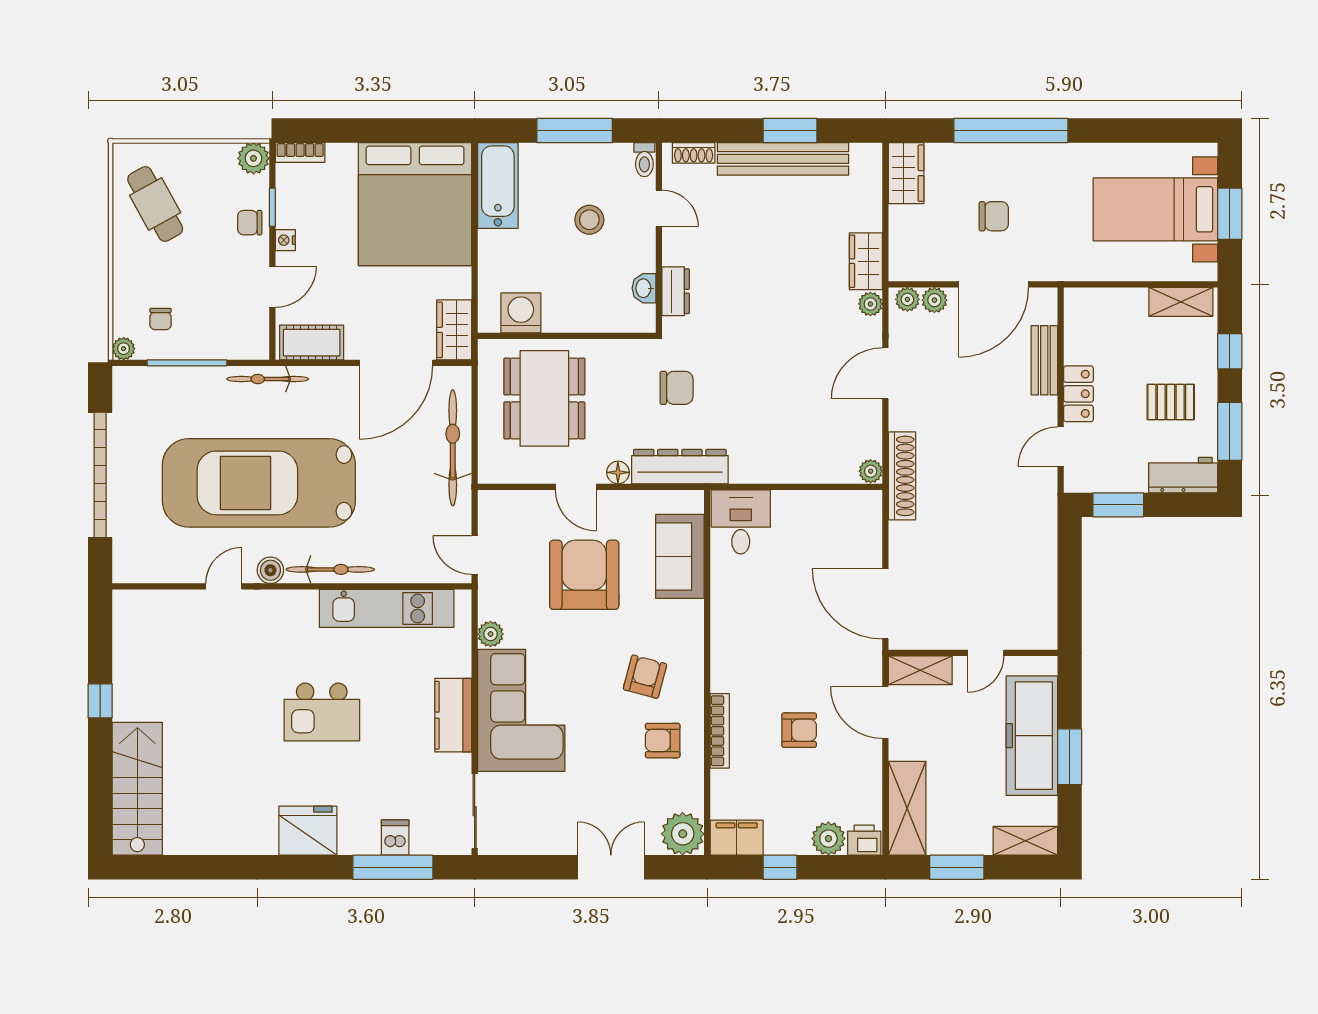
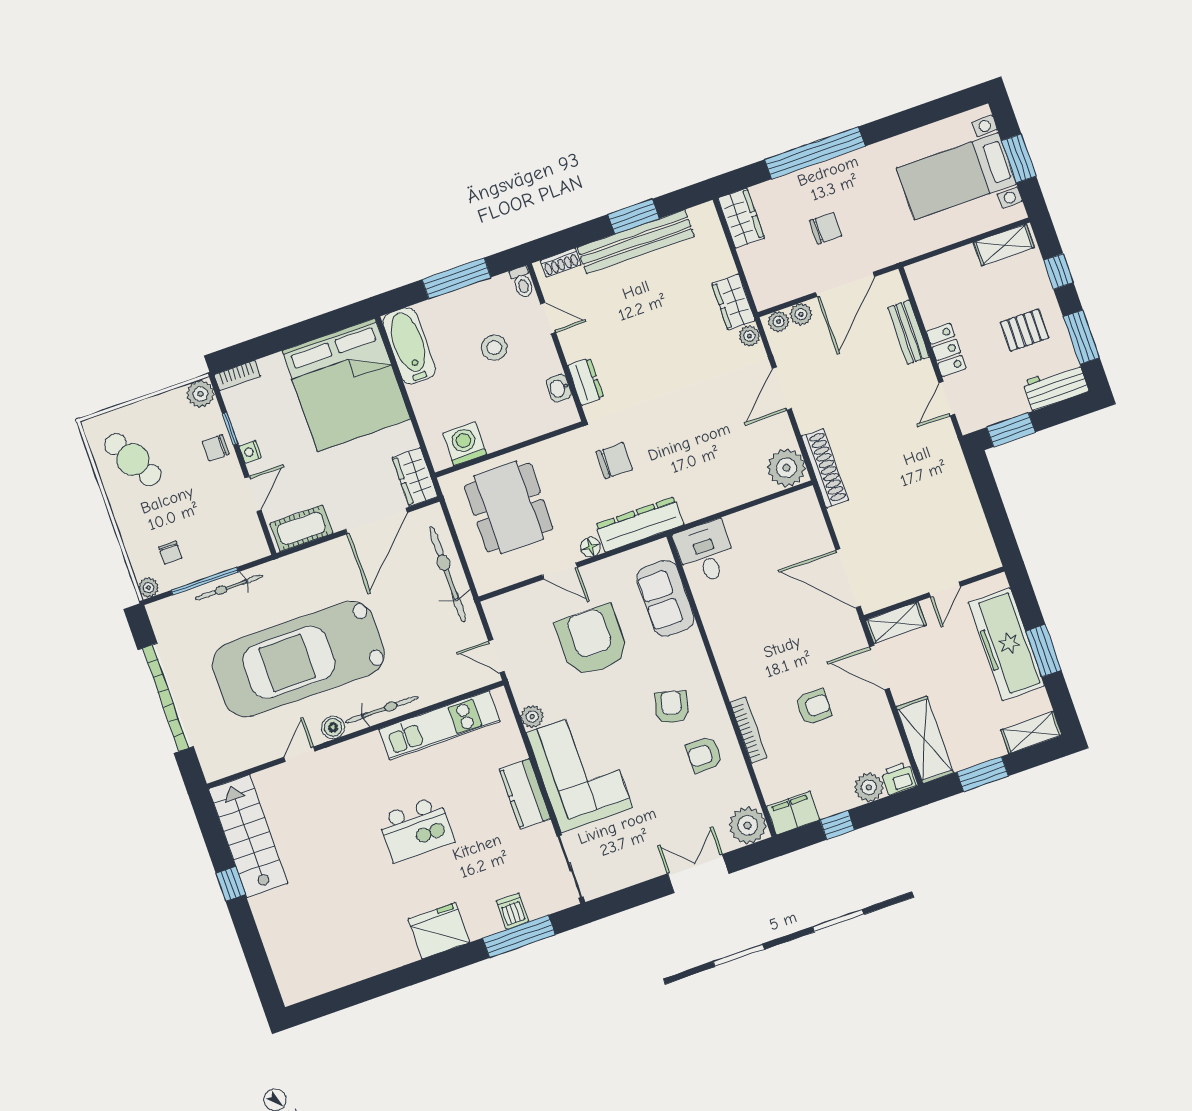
bicycle: (268, 379) -> (229, 587), moved
plant: (871, 471) -> (786, 468), width x1.88, depth x1.88
stairs: (137, 789) -> (248, 836), moved

